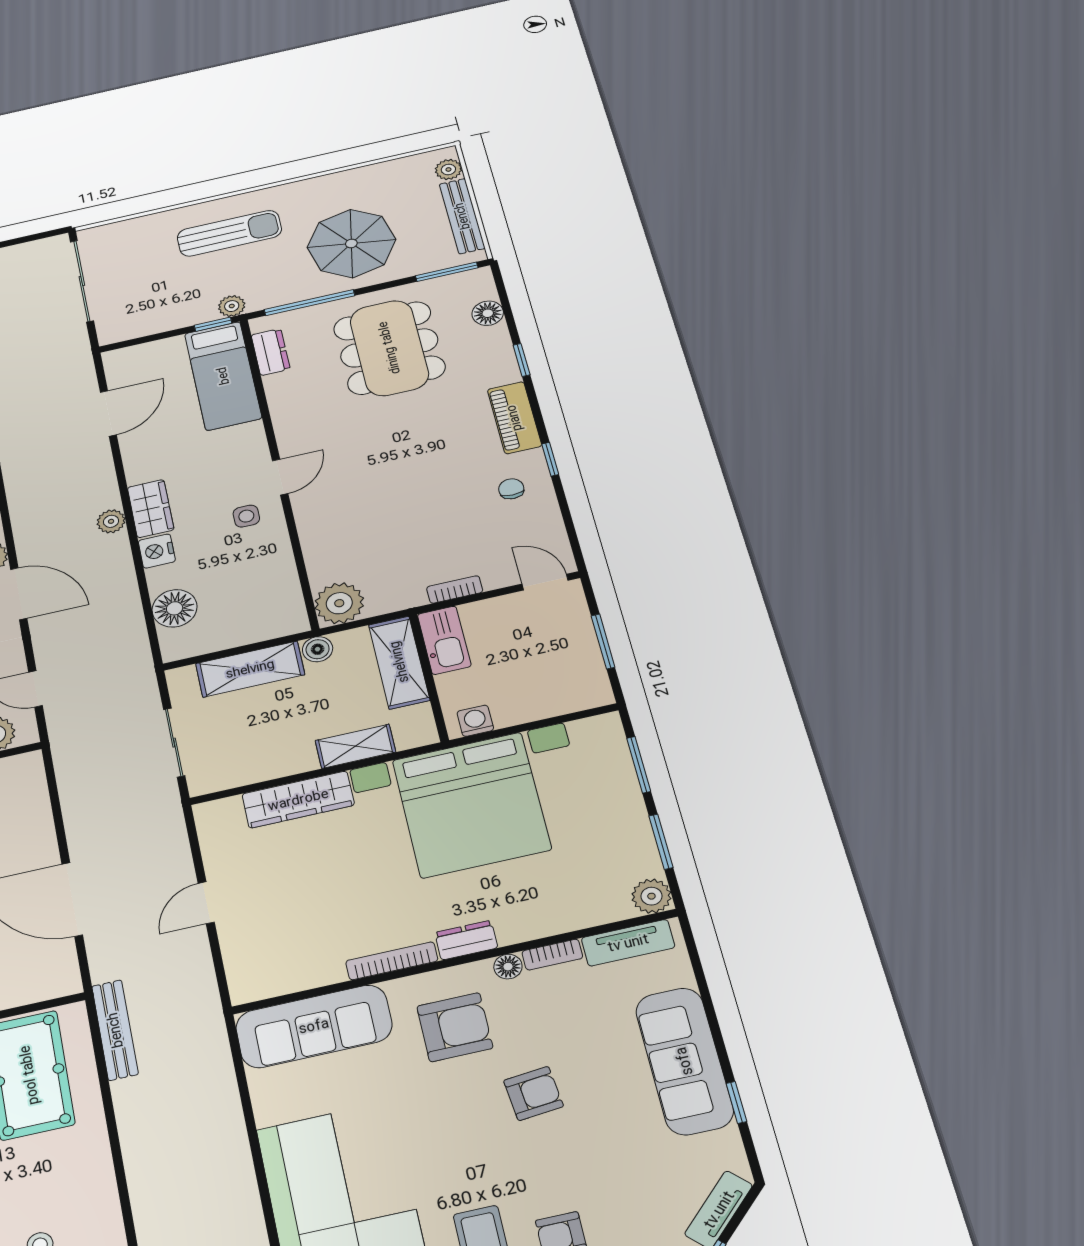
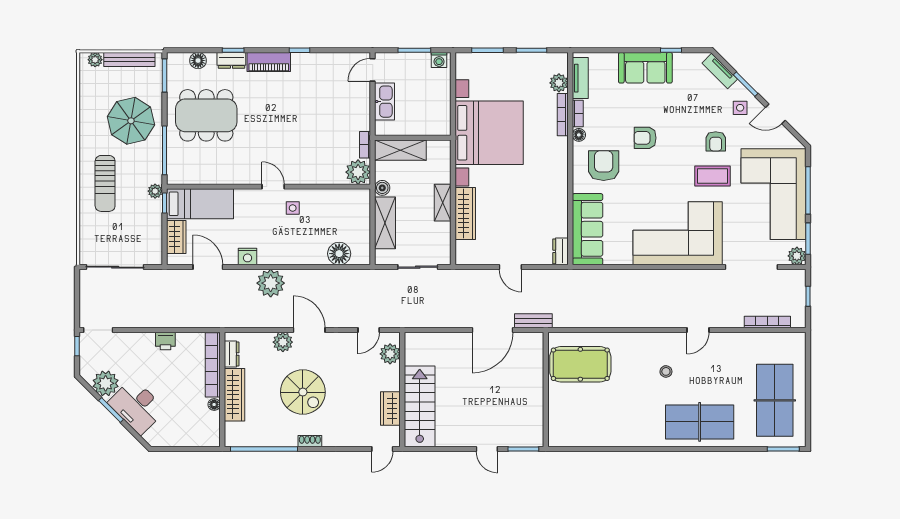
sun lounger: (229, 233) -> (105, 183), turned 180
dresser: (271, 352) -> (231, 60), moved, turned 180
chair: (511, 489) -> (312, 74), removed
wardrobe: (151, 509) -> (176, 237), moved, turned 90
plant: (111, 521) -> (271, 283), width x1.88, depth x1.88
nightstand: (157, 551) -> (248, 257), moved
bookcase: (455, 590) -> (365, 145), moved
door: (19, 594) -> (309, 330), hinge flipped
kitchen sink: (444, 640) -> (385, 102), moved, turned 90
washing machine: (475, 721) -> (439, 60), moved, turned -90
shelving: (355, 746) -> (443, 203), moved
plant: (651, 896) -> (559, 83), moved
dresser: (466, 940) -> (560, 251), moved
bookcase: (392, 961) -> (563, 115), moved
bench: (115, 1030) -> (533, 321), moved, width x0.73
sofa: (684, 1061) -> (645, 68), width x0.73
armchair: (533, 1093) -> (645, 138), turned -84

